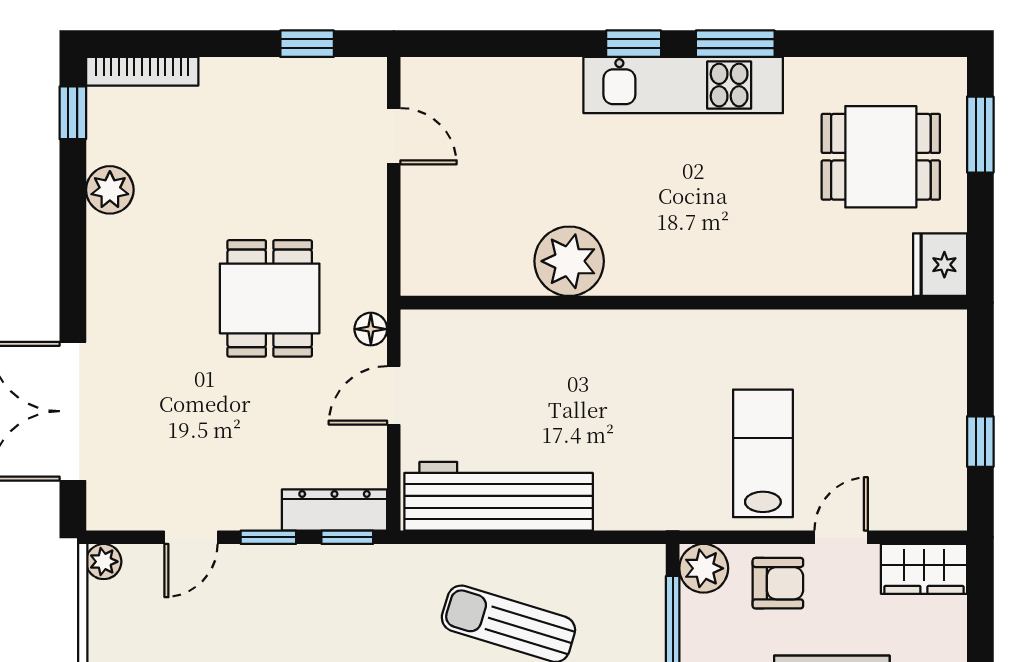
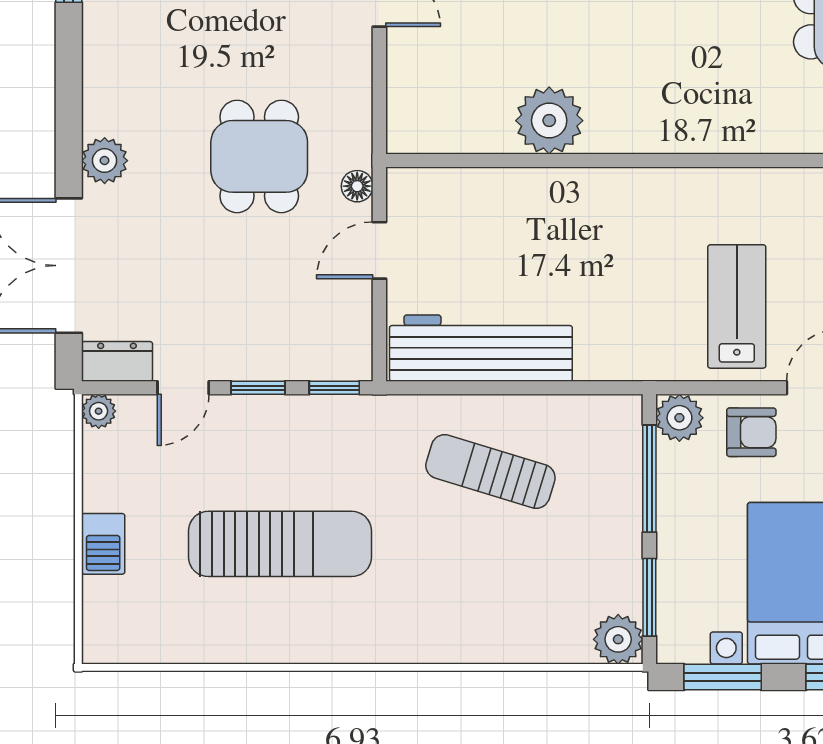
plant: (110, 190) -> (105, 161), moved
dresser: (334, 510) -> (117, 361), moved, width x0.70

